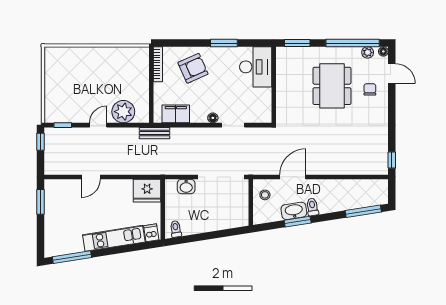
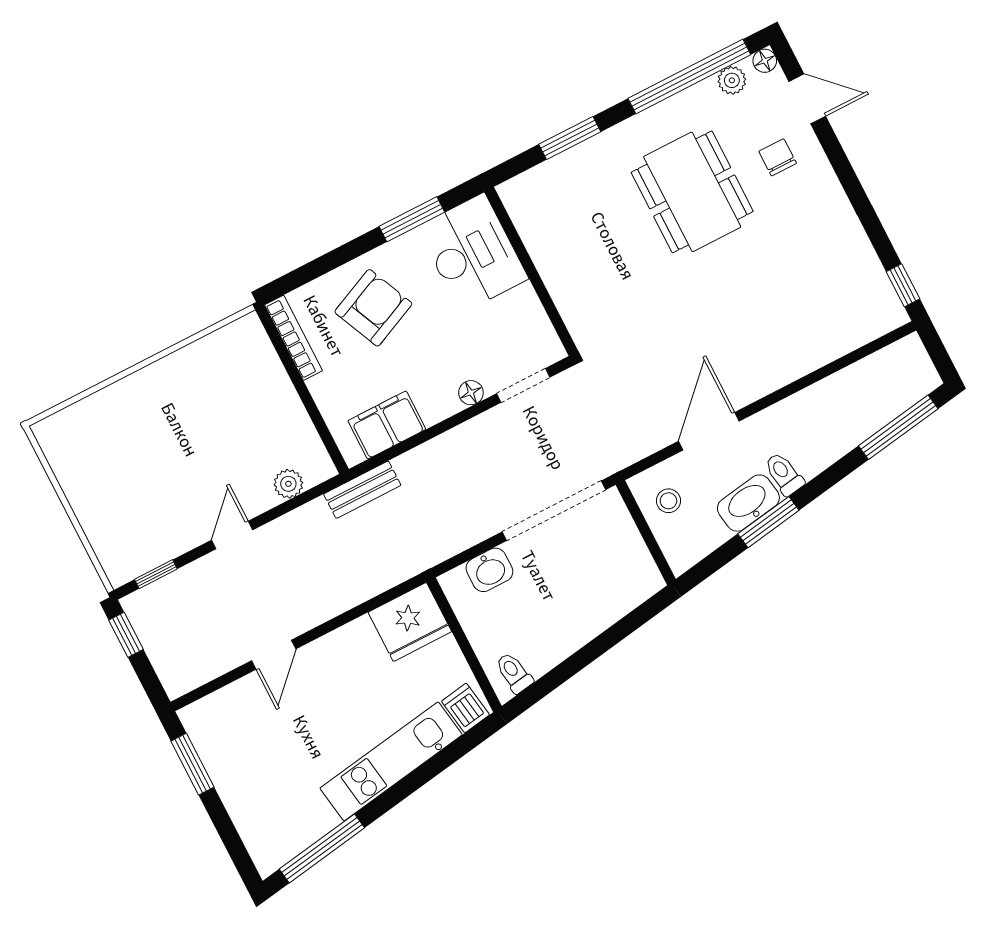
desk: (256, 67) -> (473, 253), moved
wall: (274, 85) -> (531, 271), moved
plant: (123, 112) -> (288, 484), width x0.53, depth x0.53

